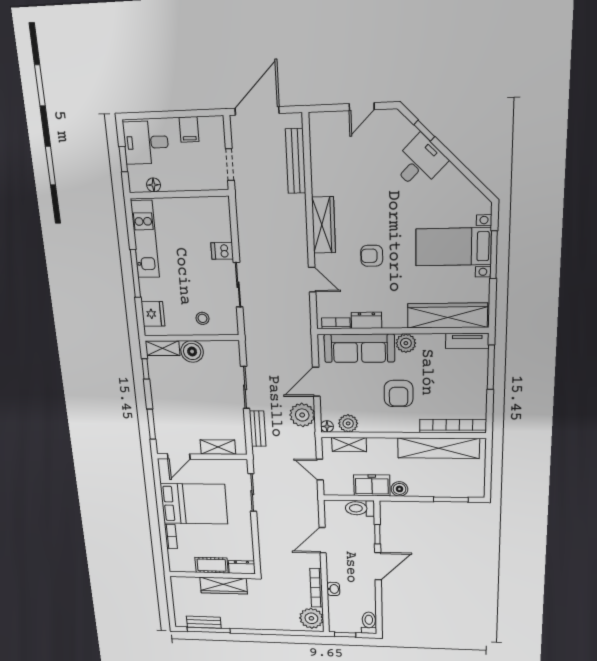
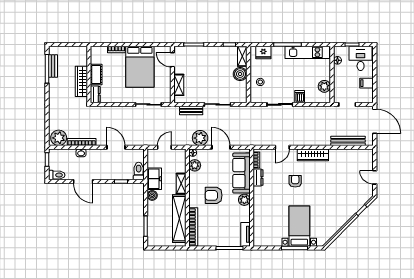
desk: (419, 162) -> (345, 208), removed
plant: (201, 207) -> (324, 86), added
wardrobe: (447, 315) -> (260, 223), removed
shelving: (349, 445) -> (181, 184), moved
door: (378, 566) -> (83, 182), moved

